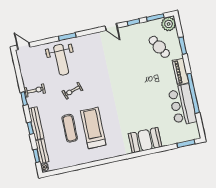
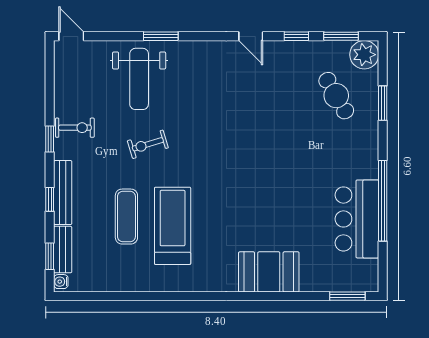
piano: (180, 72) -> (367, 153), removed

